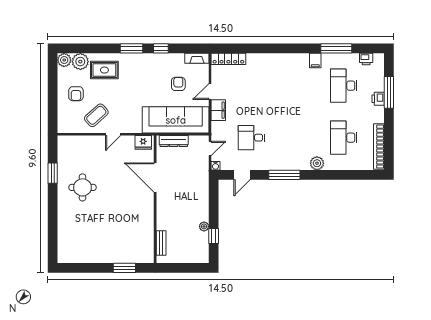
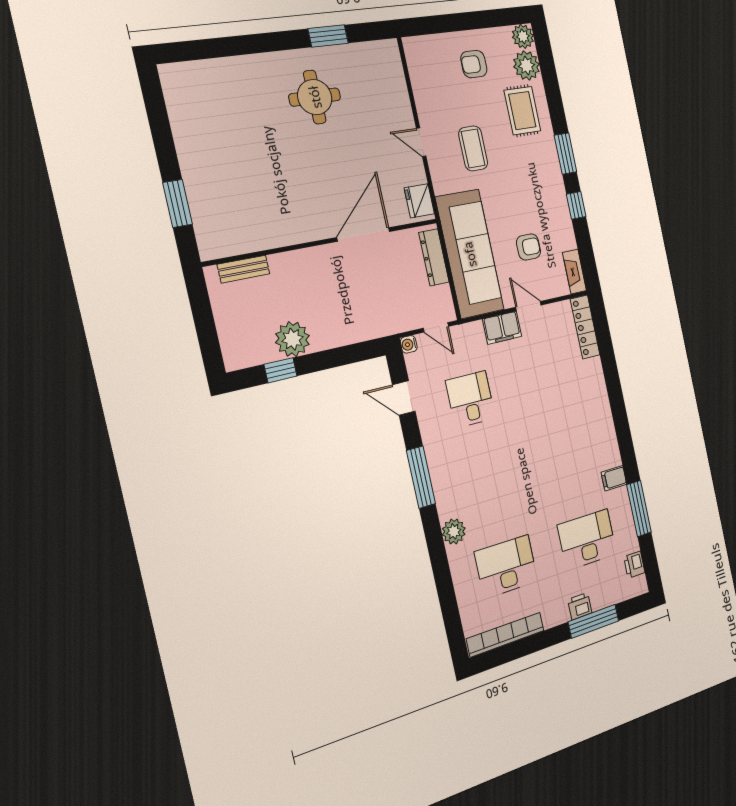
coffee table: (96, 115) -> (473, 148), moved, turned 42
plant: (204, 226) -> (293, 339), width x1.87, depth x1.87

